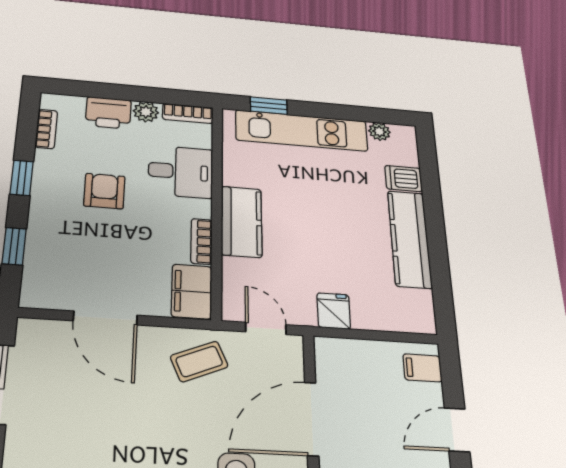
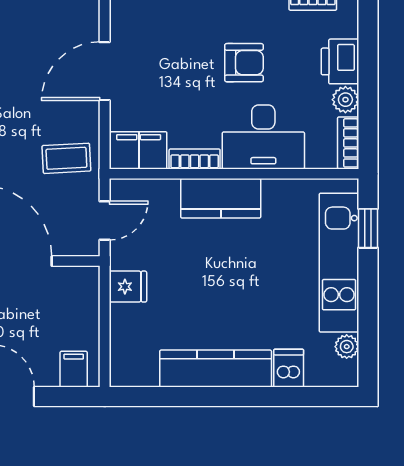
desk: (181, 172) -> (263, 137), width x1.37
coffee table: (199, 361) -> (66, 158), turned -70

